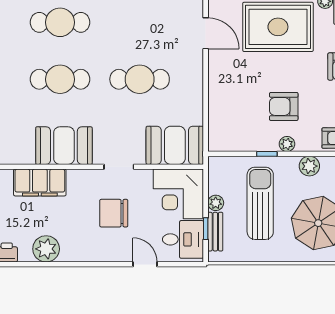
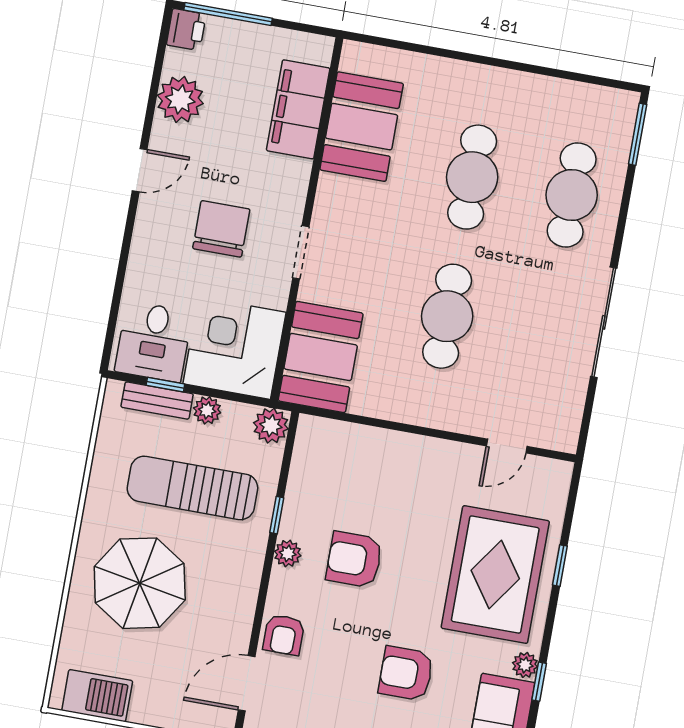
door: (206, 33) -> (507, 446), width x0.73
armchair: (284, 106) -> (354, 560), turned -90
booth: (64, 146) -> (362, 127), moved
plant: (309, 166) -> (271, 426), moved
sun lounger: (260, 203) -> (192, 488), turned 180
door: (145, 264) -> (140, 170), moved

